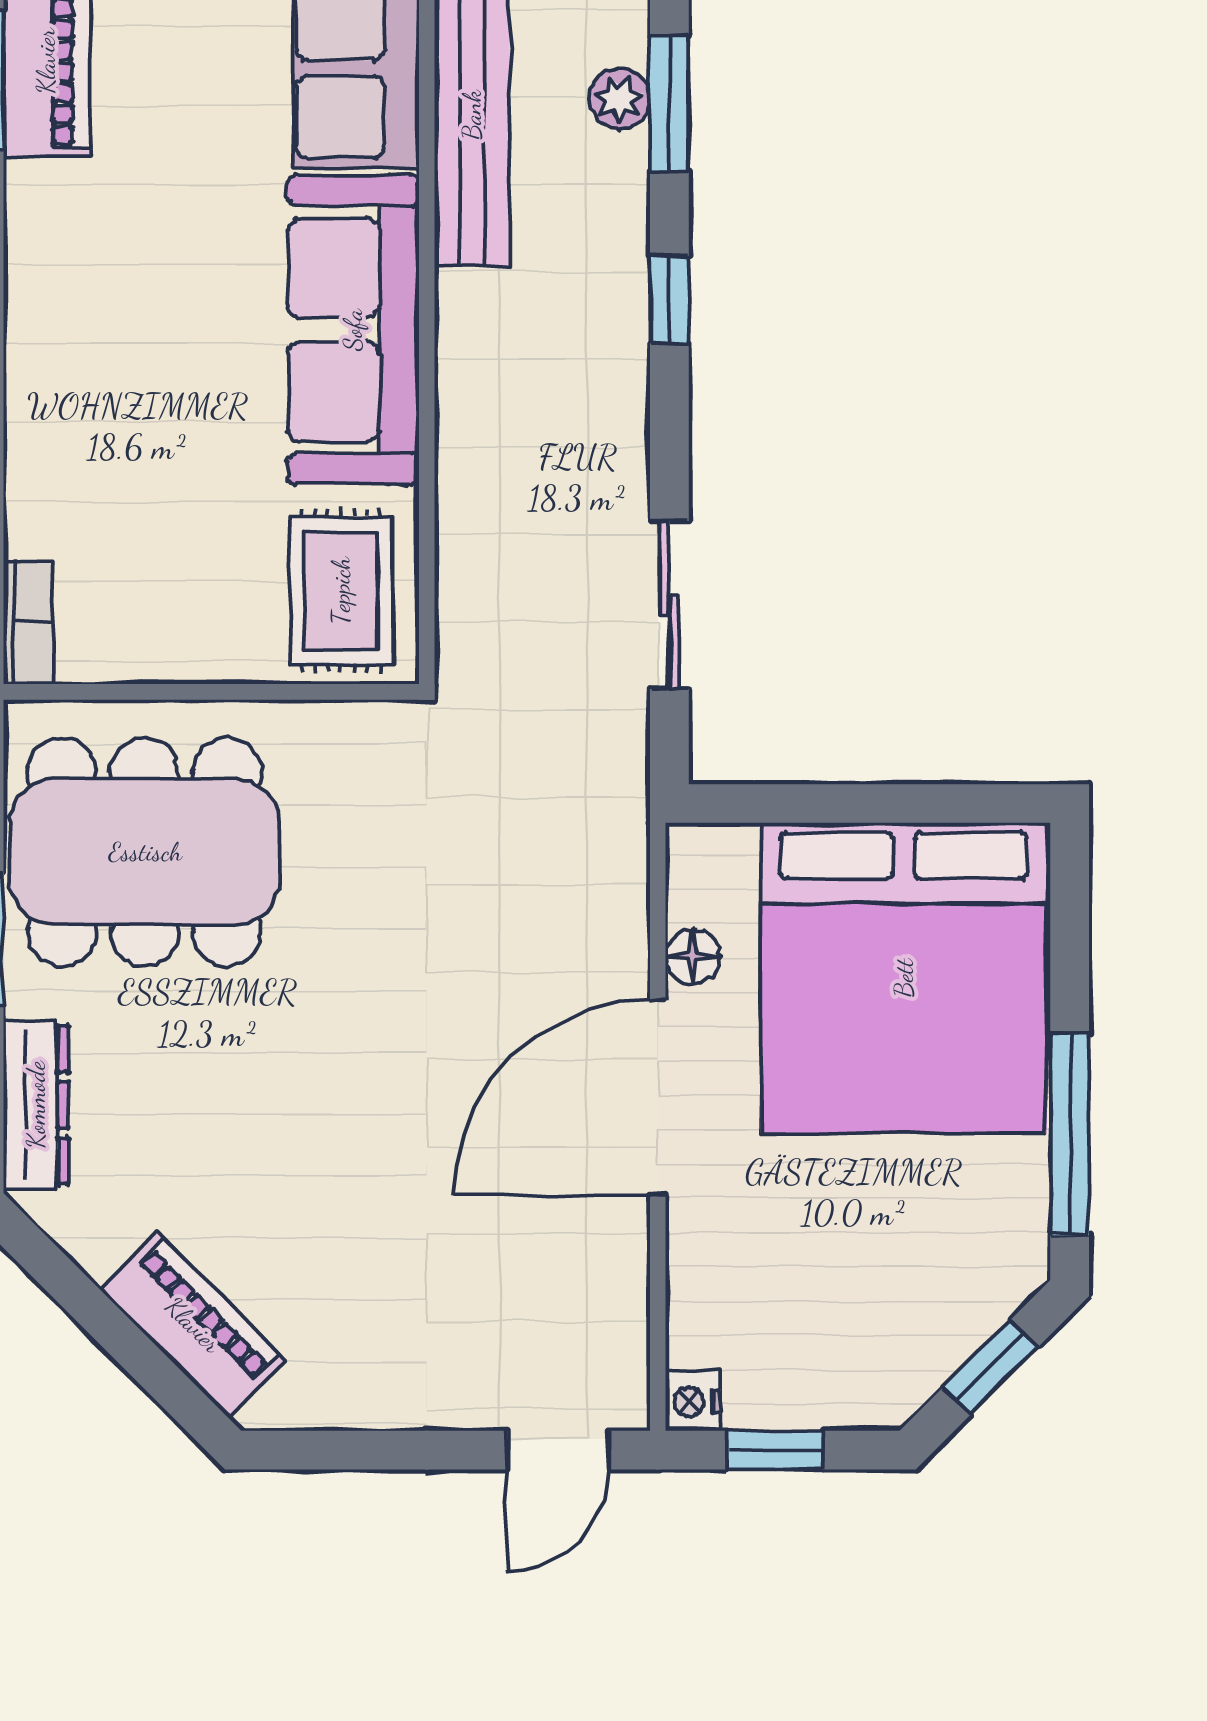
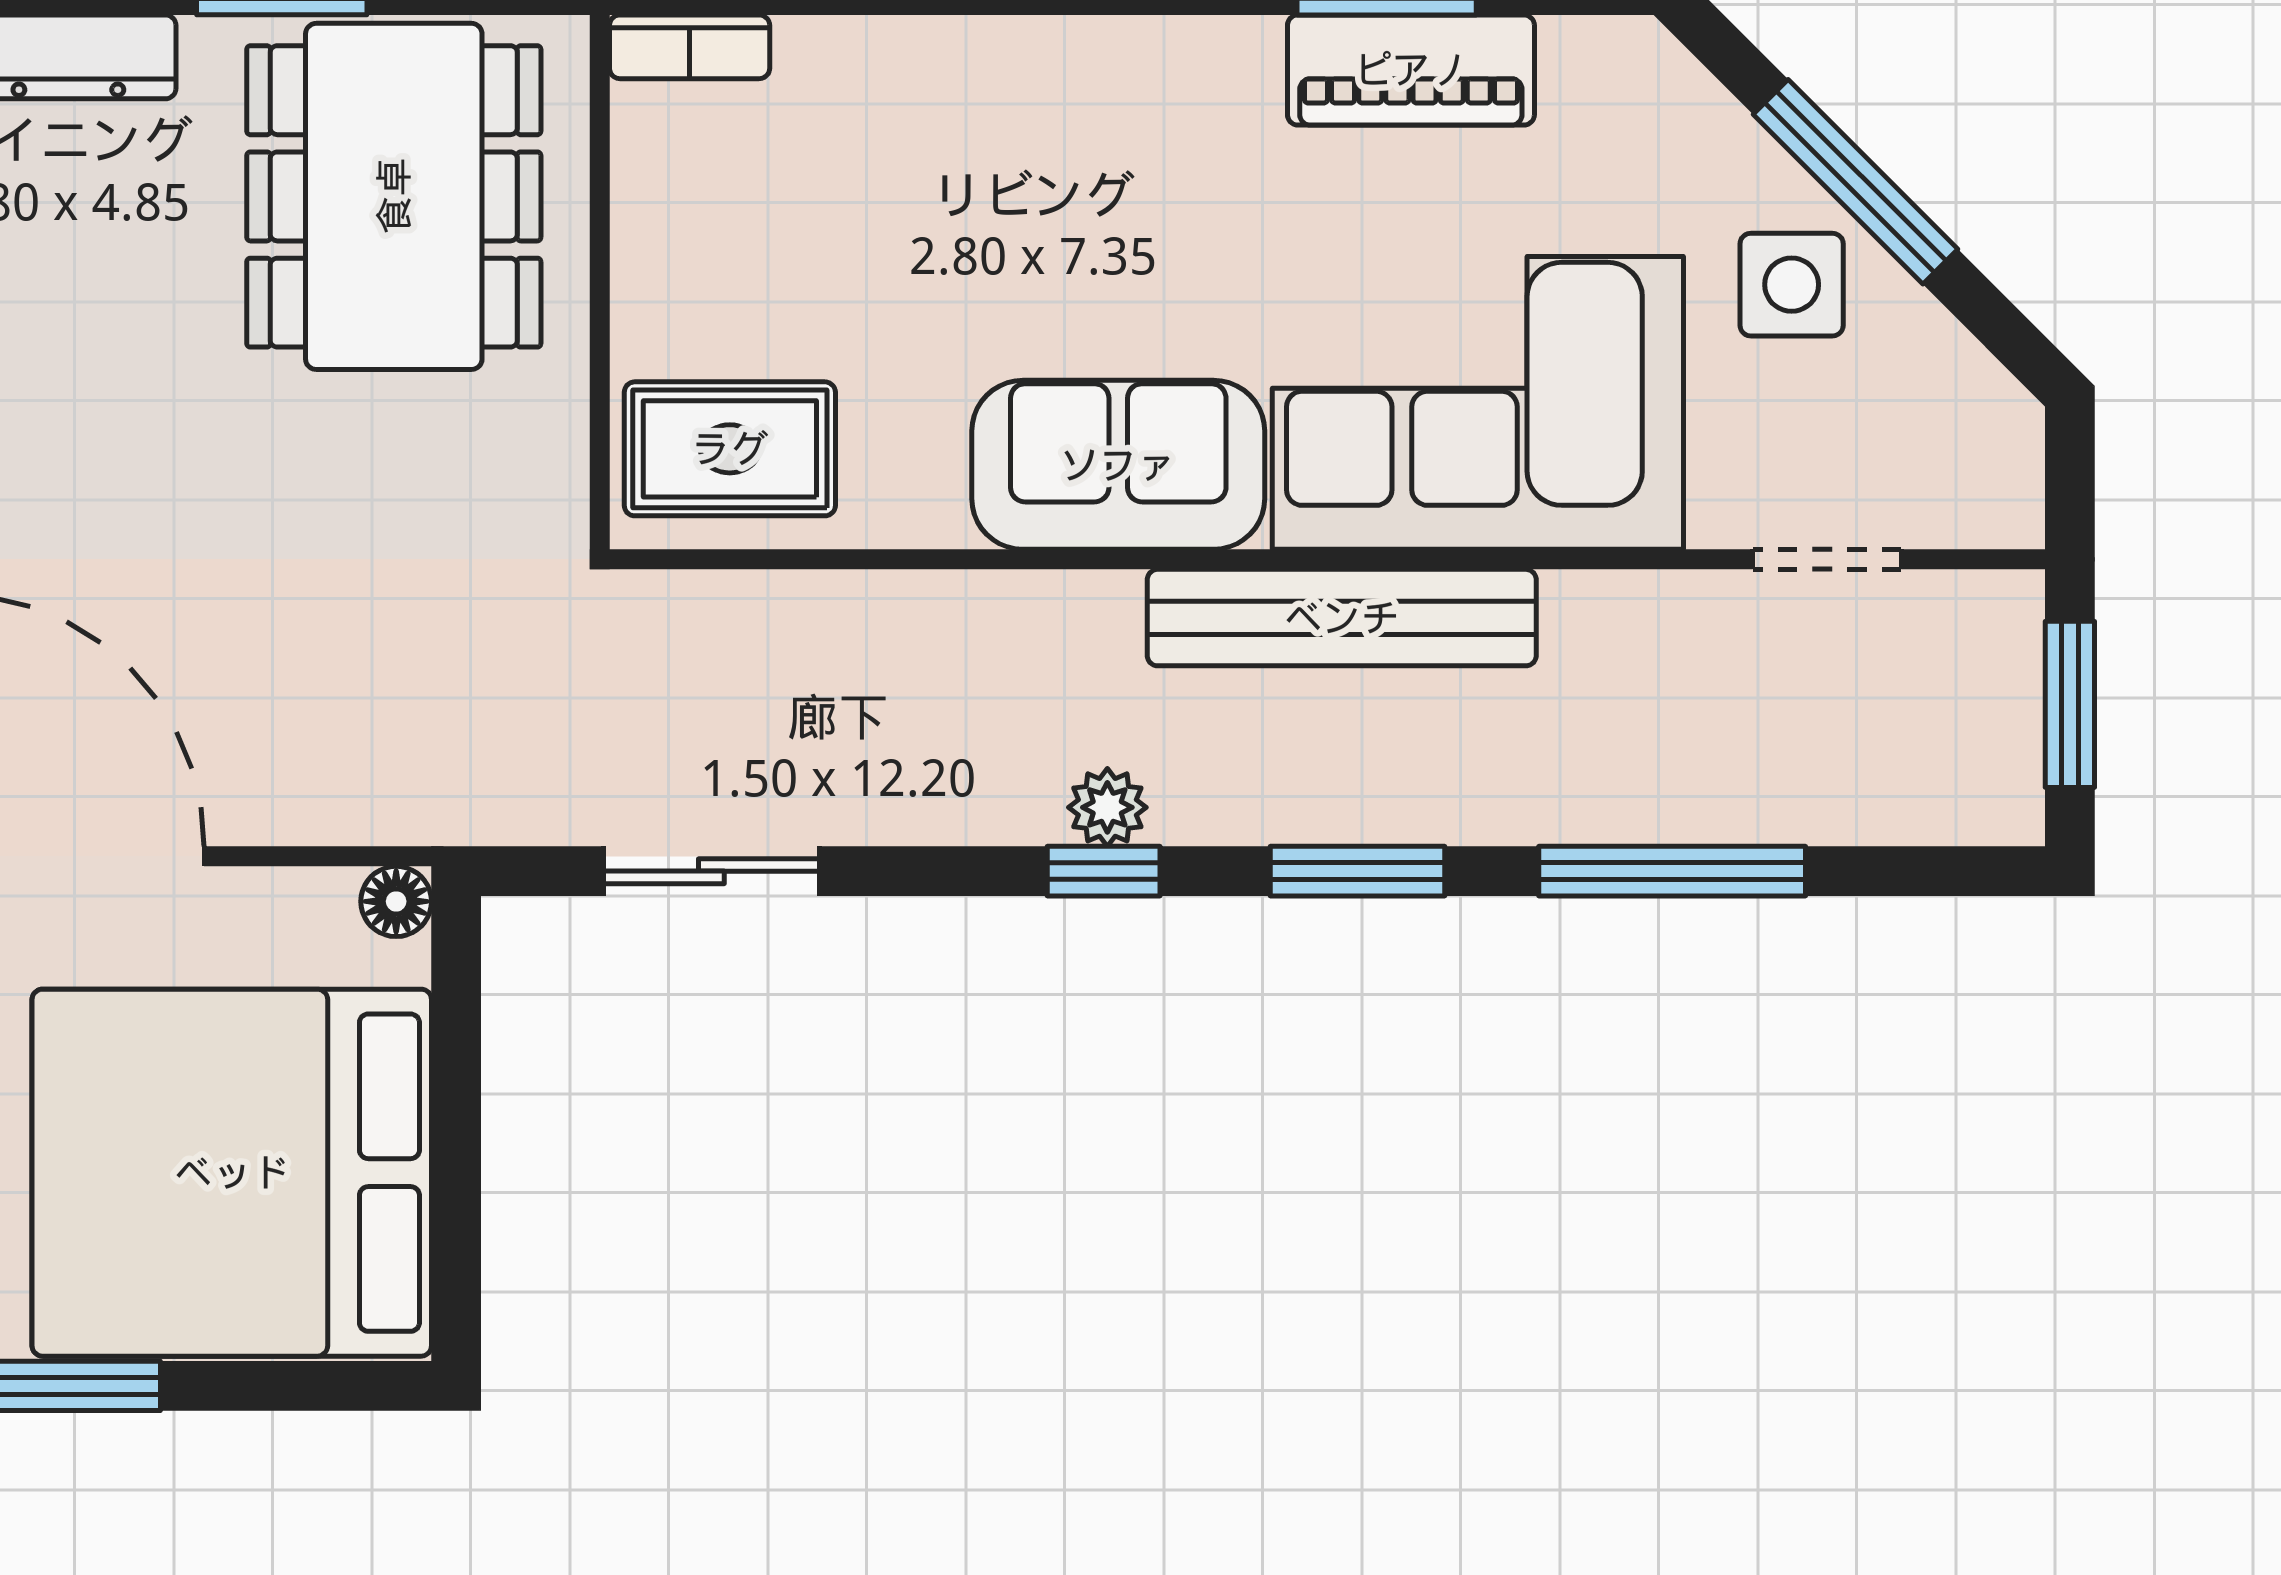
plant: (620, 99) -> (1107, 807), moved
sofa: (353, 330) -> (1118, 465), width x0.73
floor lamp: (693, 957) -> (396, 901), moved

